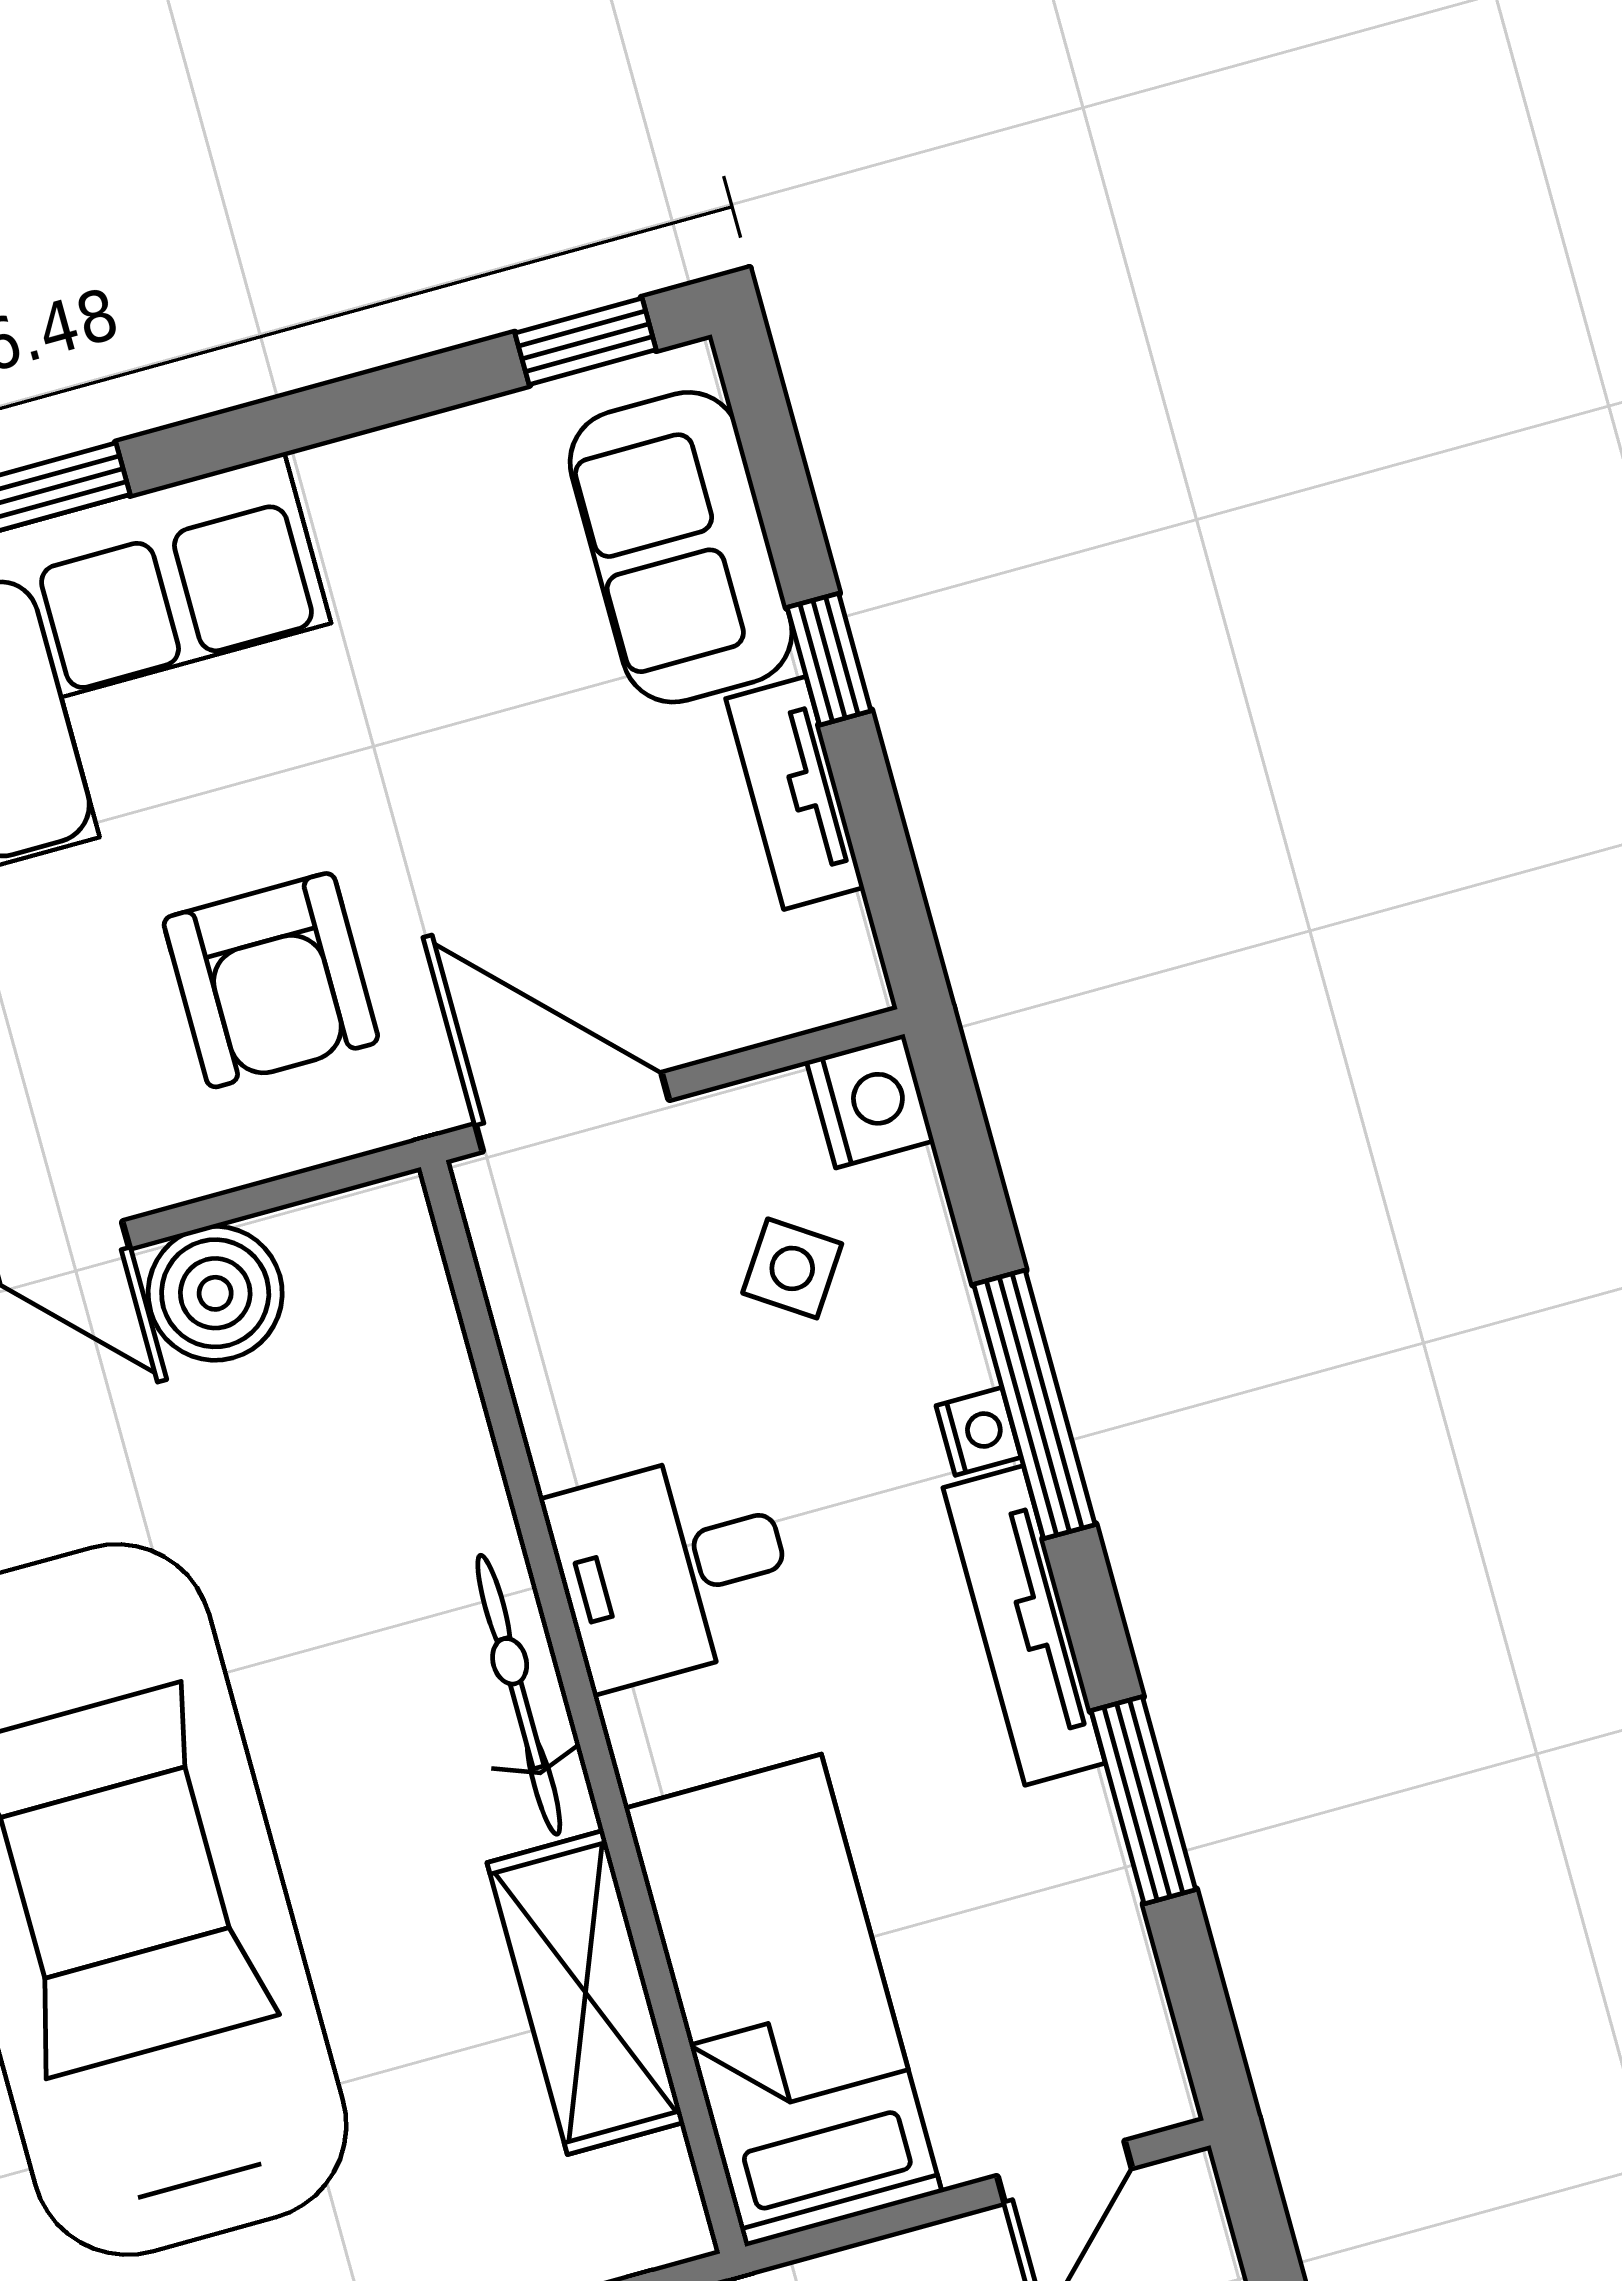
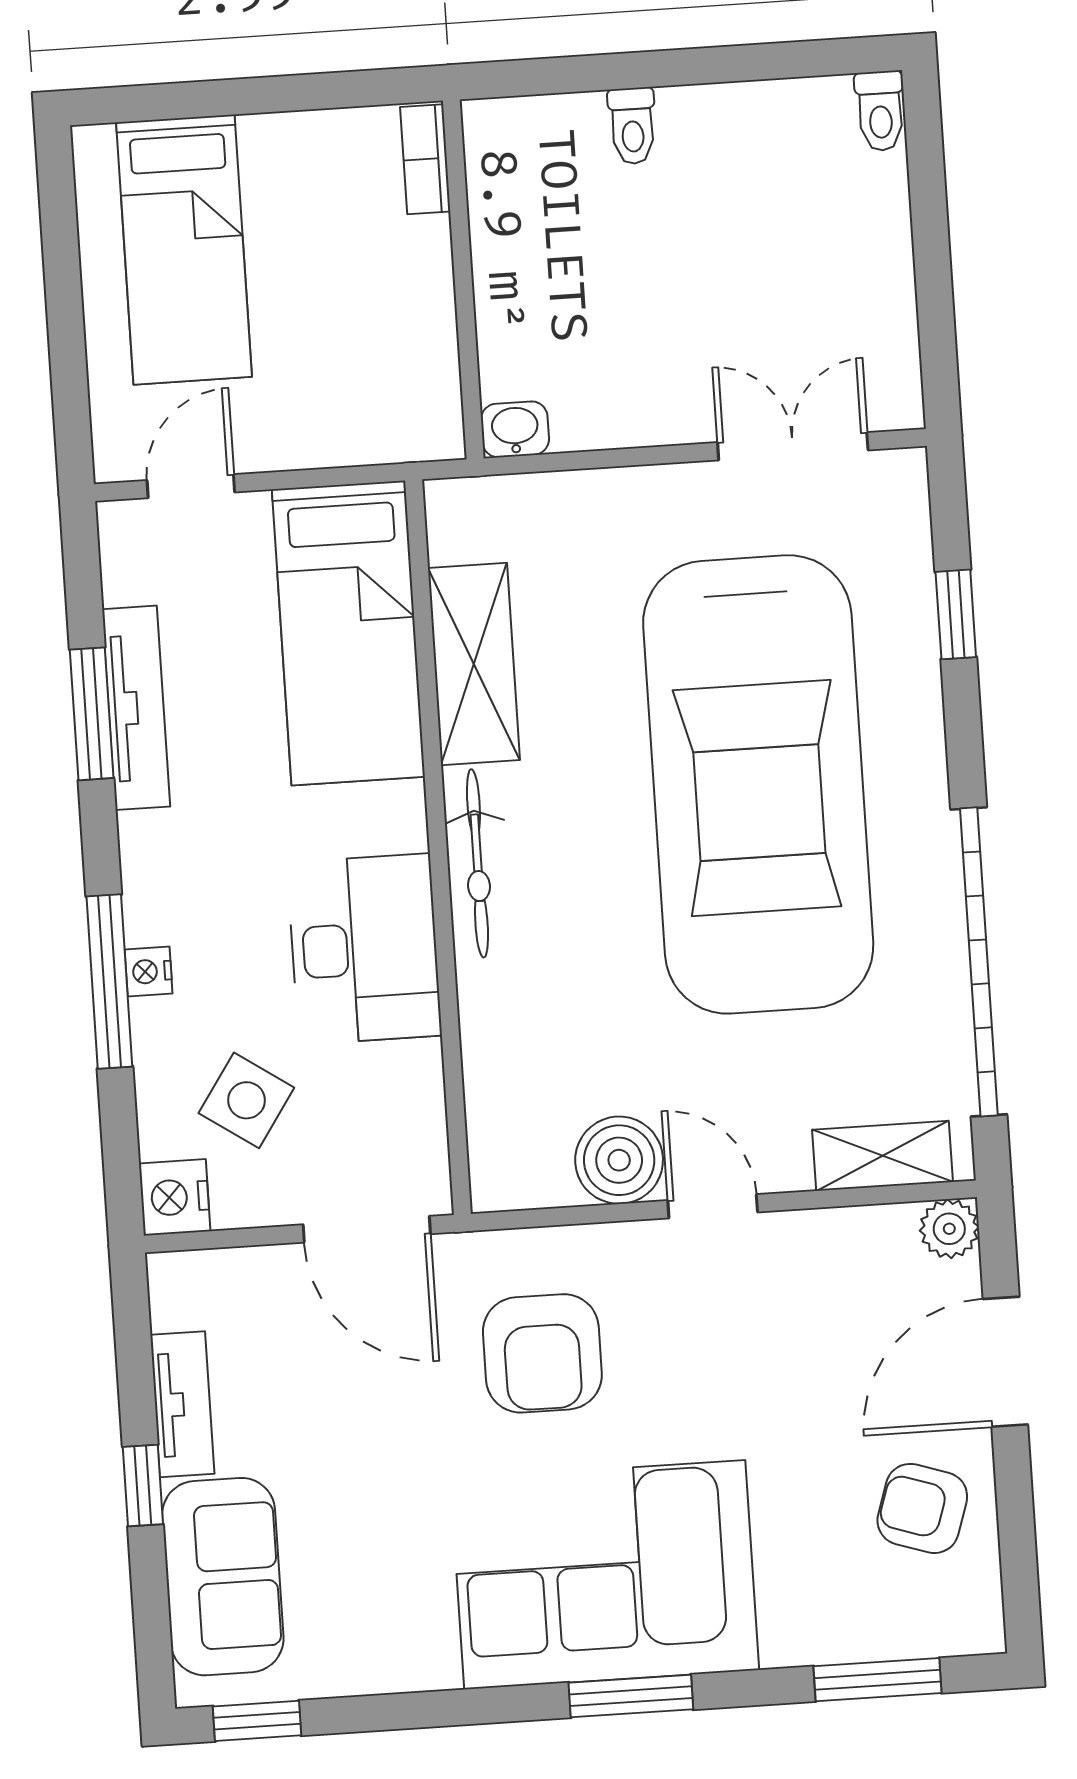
armchair: (271, 980) -> (542, 1353), turned 180
side table: (792, 1268) -> (246, 1100), width x1.37, depth x1.37
desk: (672, 1568) -> (364, 949), width x1.37
tv unit: (1024, 1625) -> (136, 708), moved

